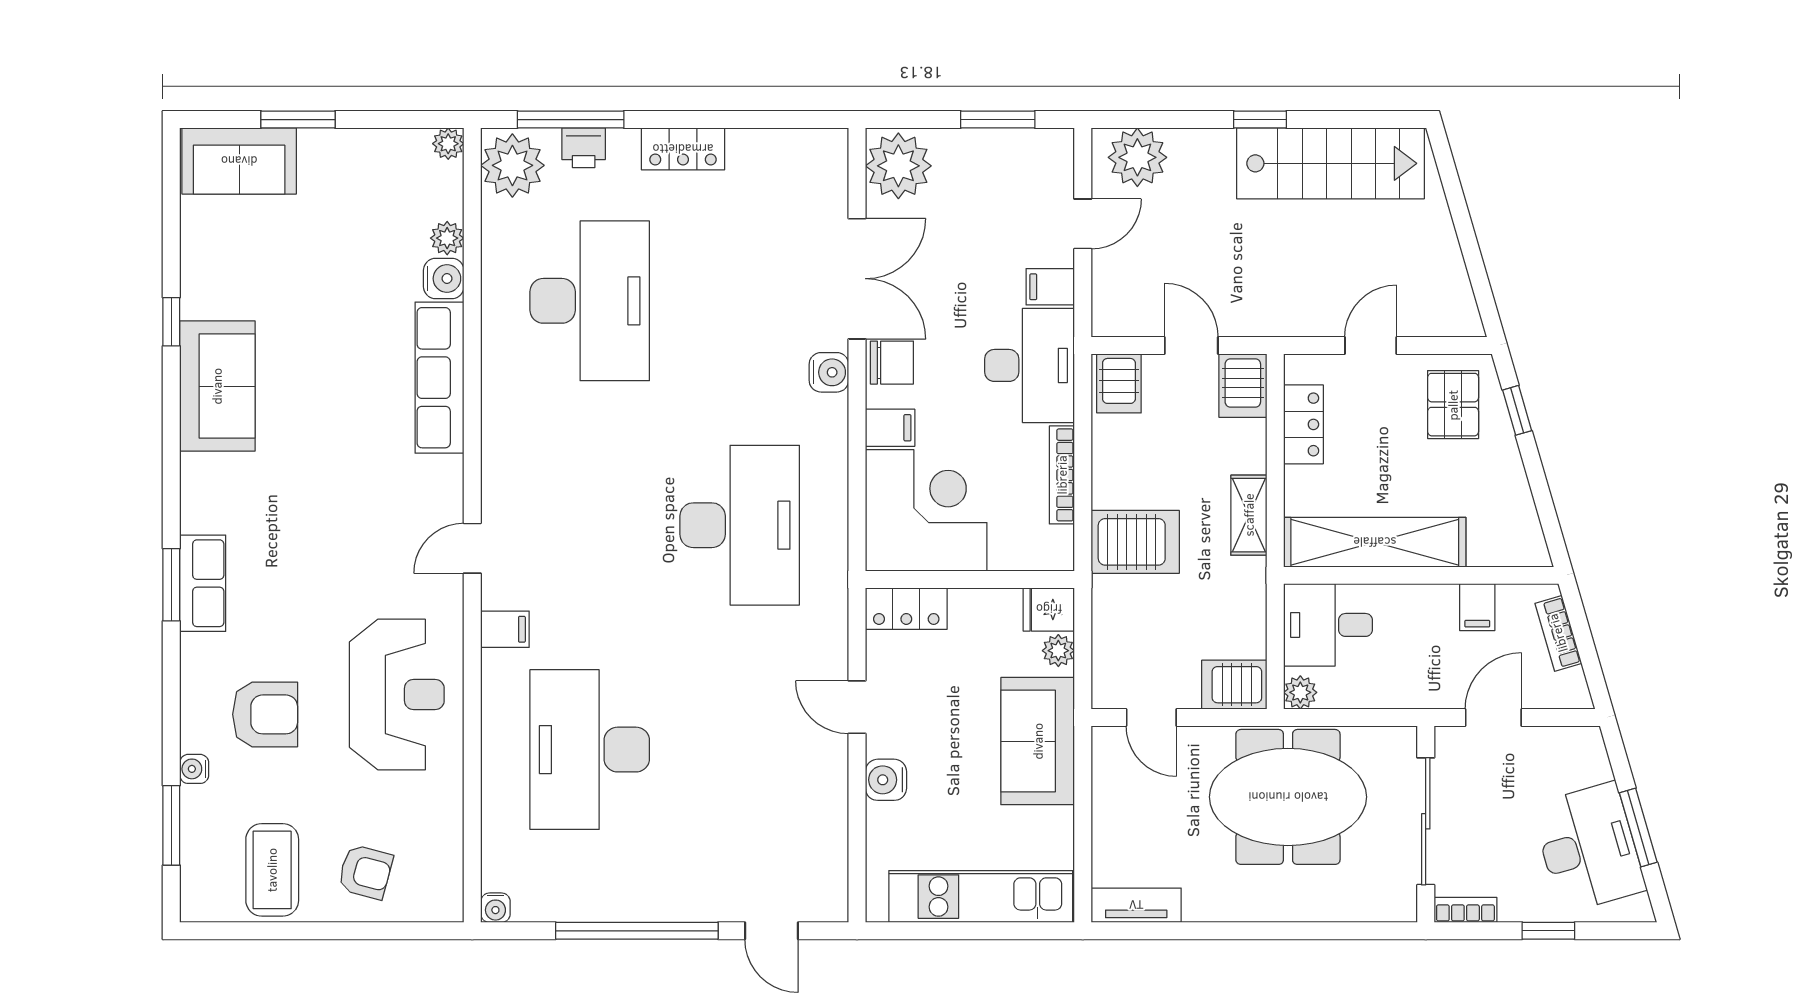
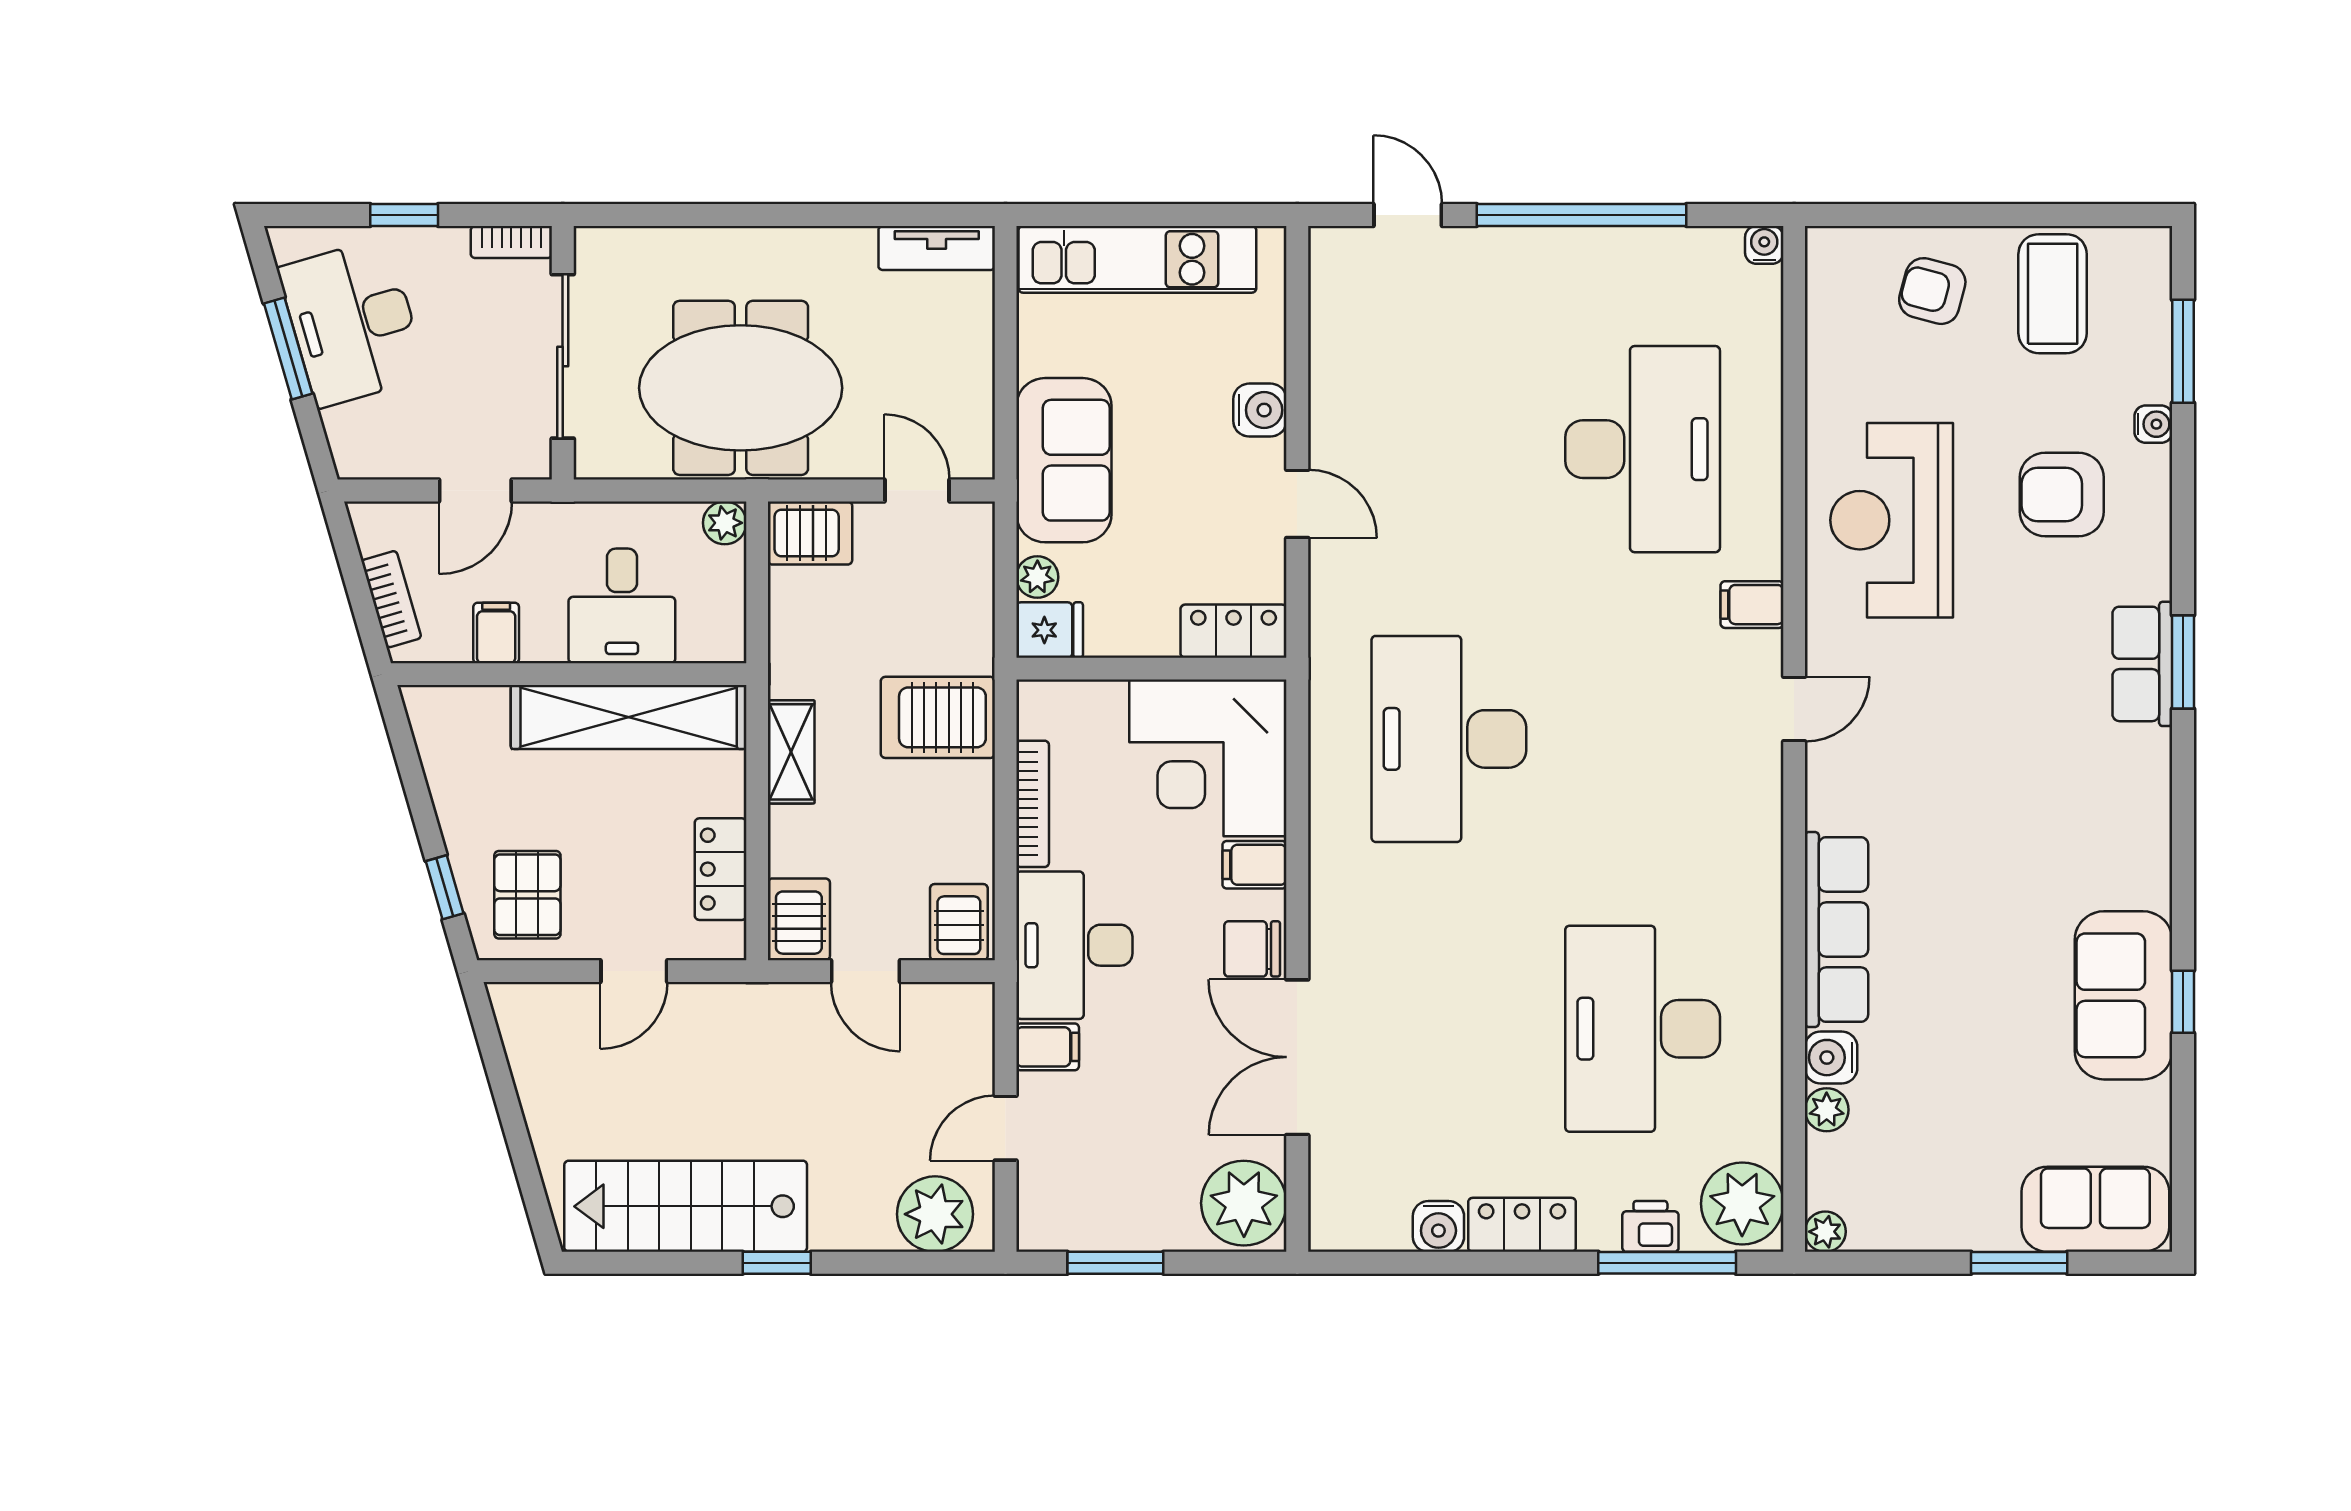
water cooler: (829, 372) -> (1438, 1226), moved, turned -90
sofa: (217, 386) -> (2123, 995), moved
desk: (1328, 625) -> (622, 606), moved, turned 90

